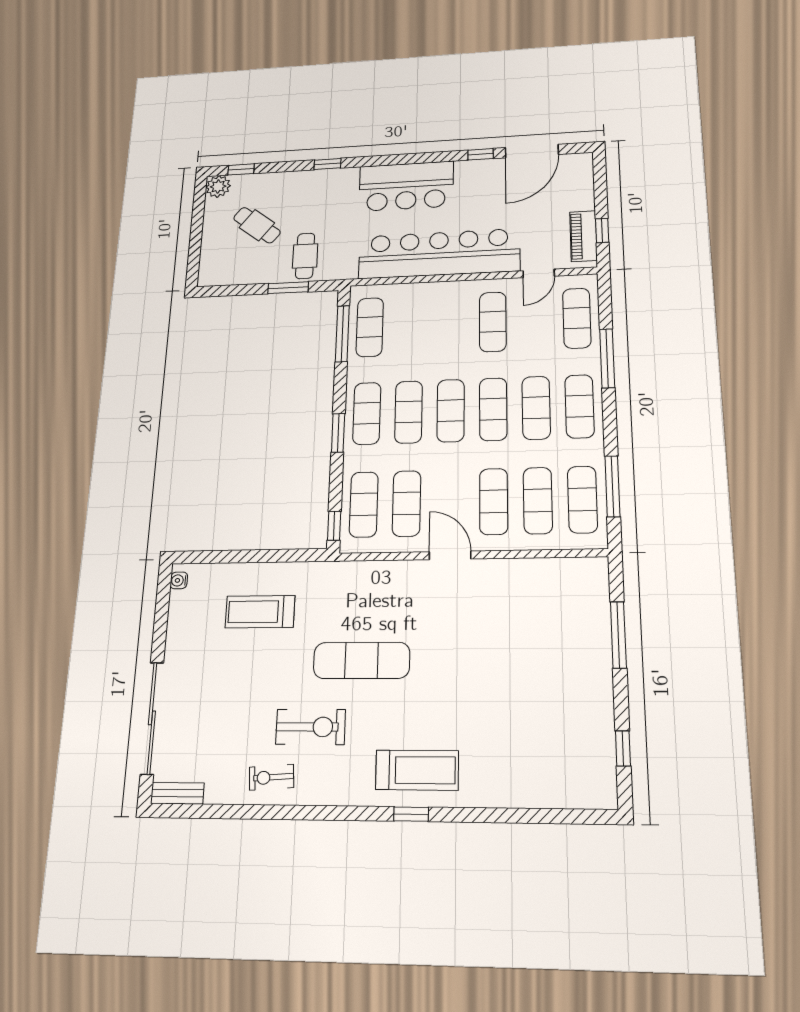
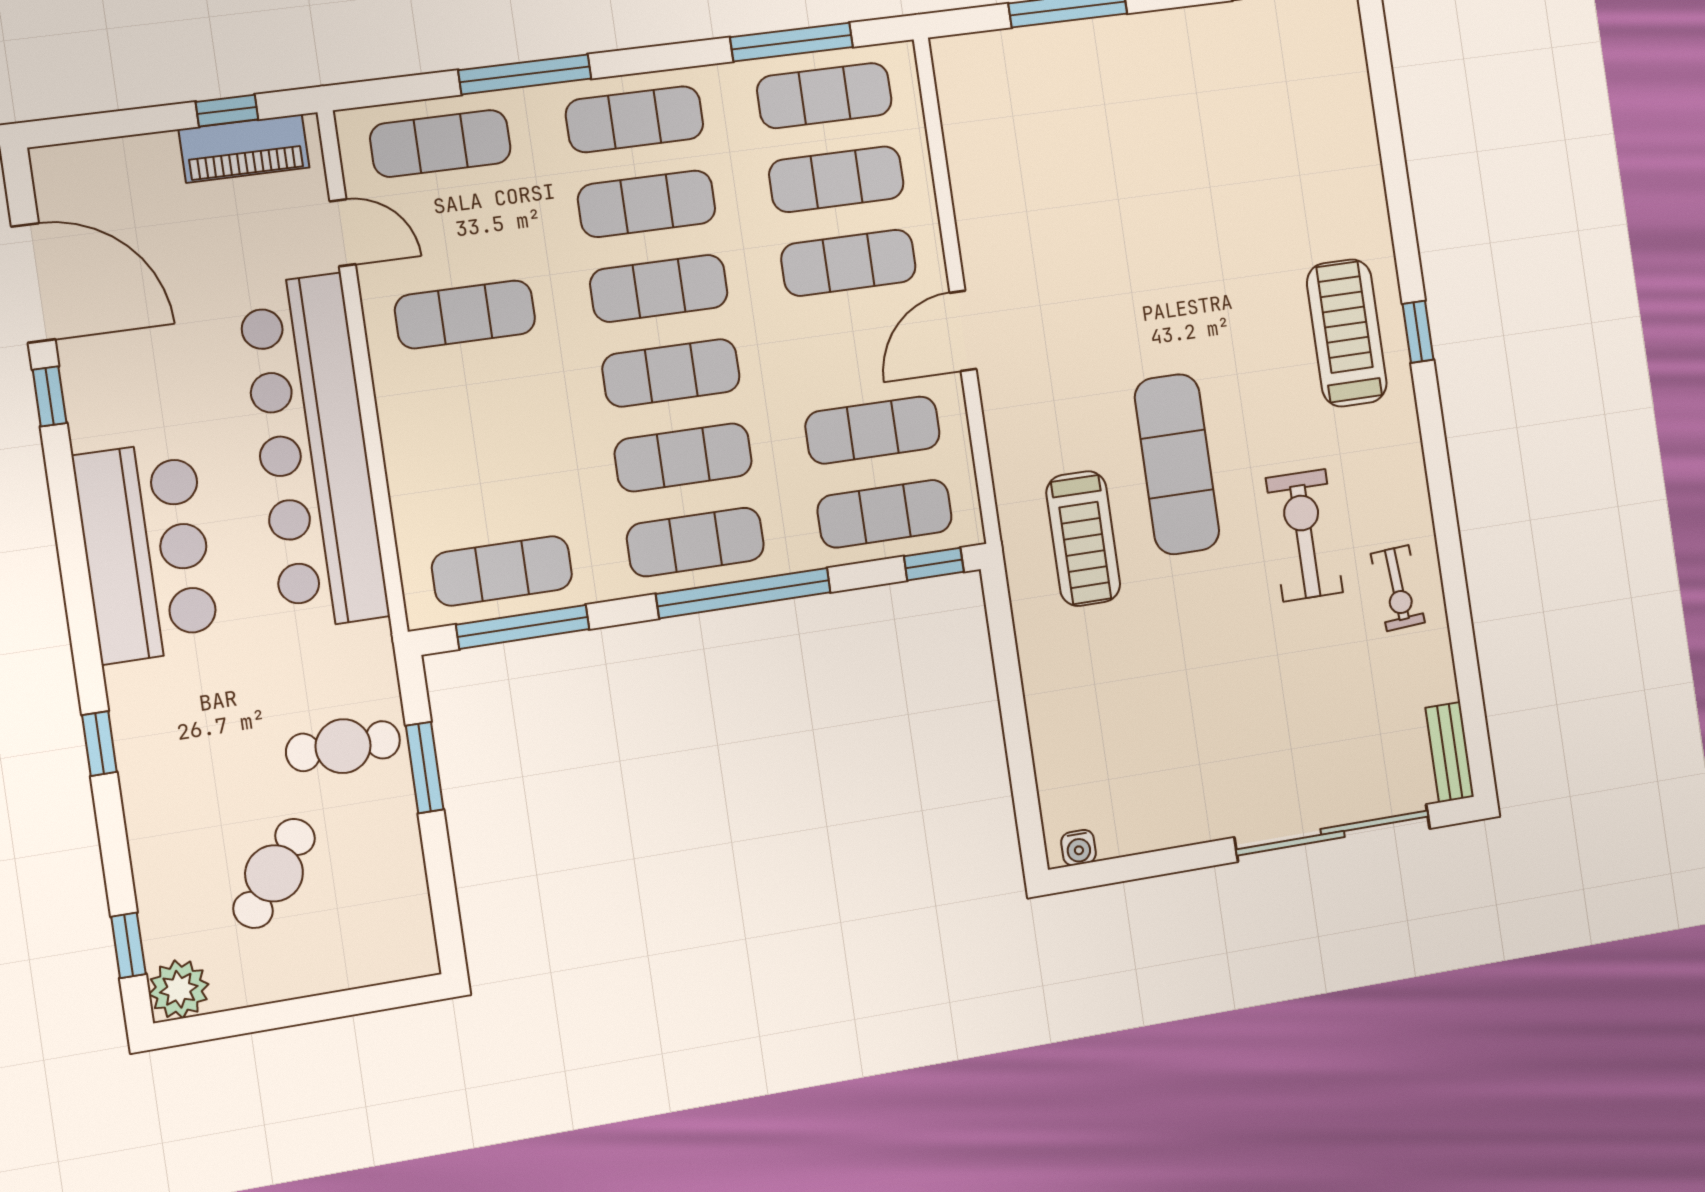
window: (338, 433) -> (743, 593), width x2.11
treadmill: (260, 612) -> (1083, 539), moved

